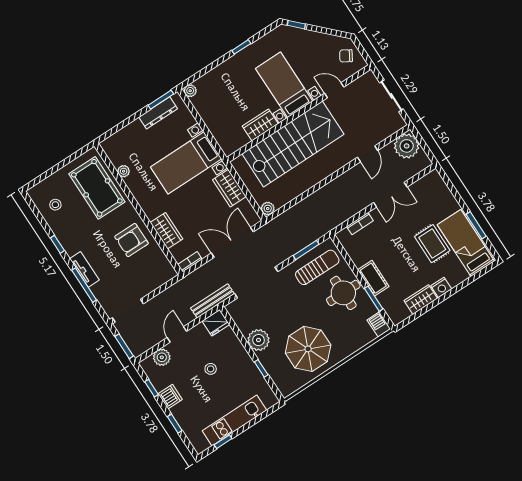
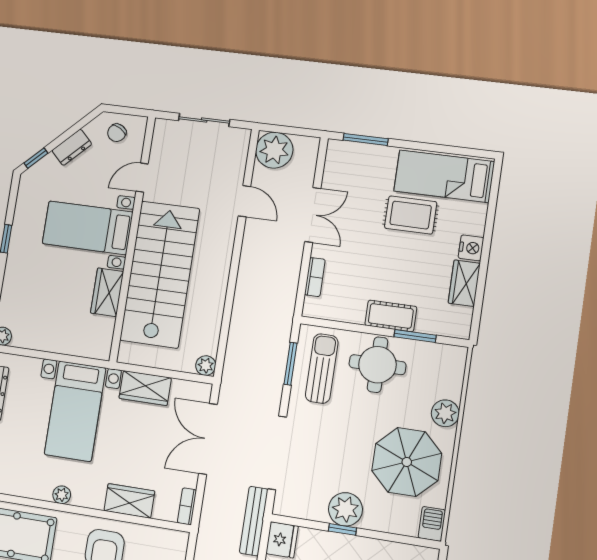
dresser: (318, 39) -> (72, 147), added
plant: (124, 171) -> (62, 495), moved
window: (476, 225) -> (366, 139), moved
barbecue: (379, 324) -> (432, 524), moved, turned 90
plant: (348, 346) -> (445, 413), added
window: (261, 368) -> (342, 529), moved

